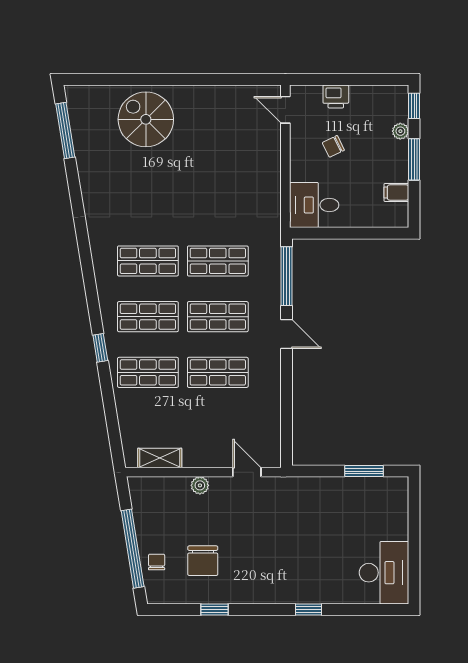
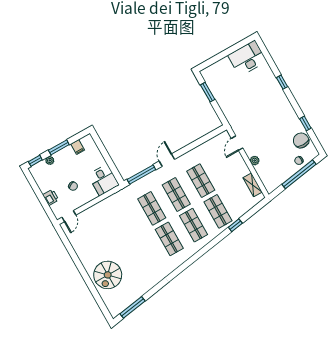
window: (100, 348) -> (235, 225), moved
chair: (203, 561) -> (301, 140), moved, turned -90

